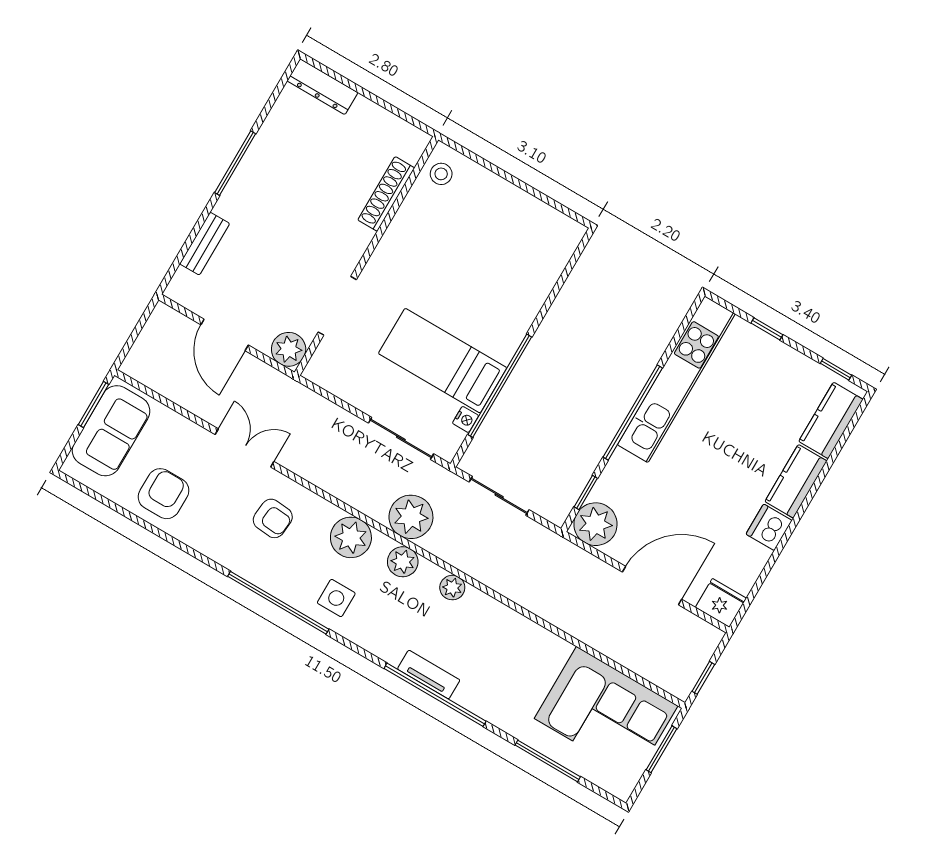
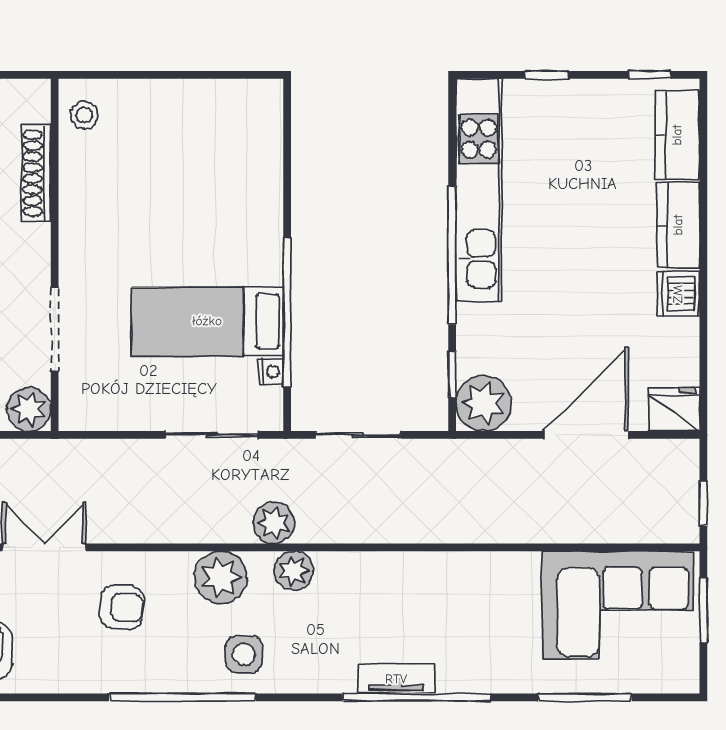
plant: (411, 517) -> (274, 523), width x0.73, depth x0.73
plant: (452, 588) -> (366, 567), removed

